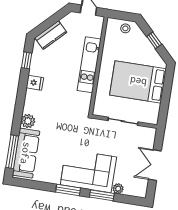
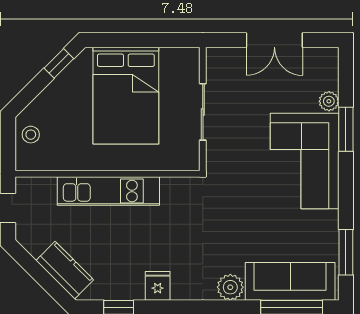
window: (154, 40) -> (59, 63), moved
window: (68, 190) -> (346, 252), moved

